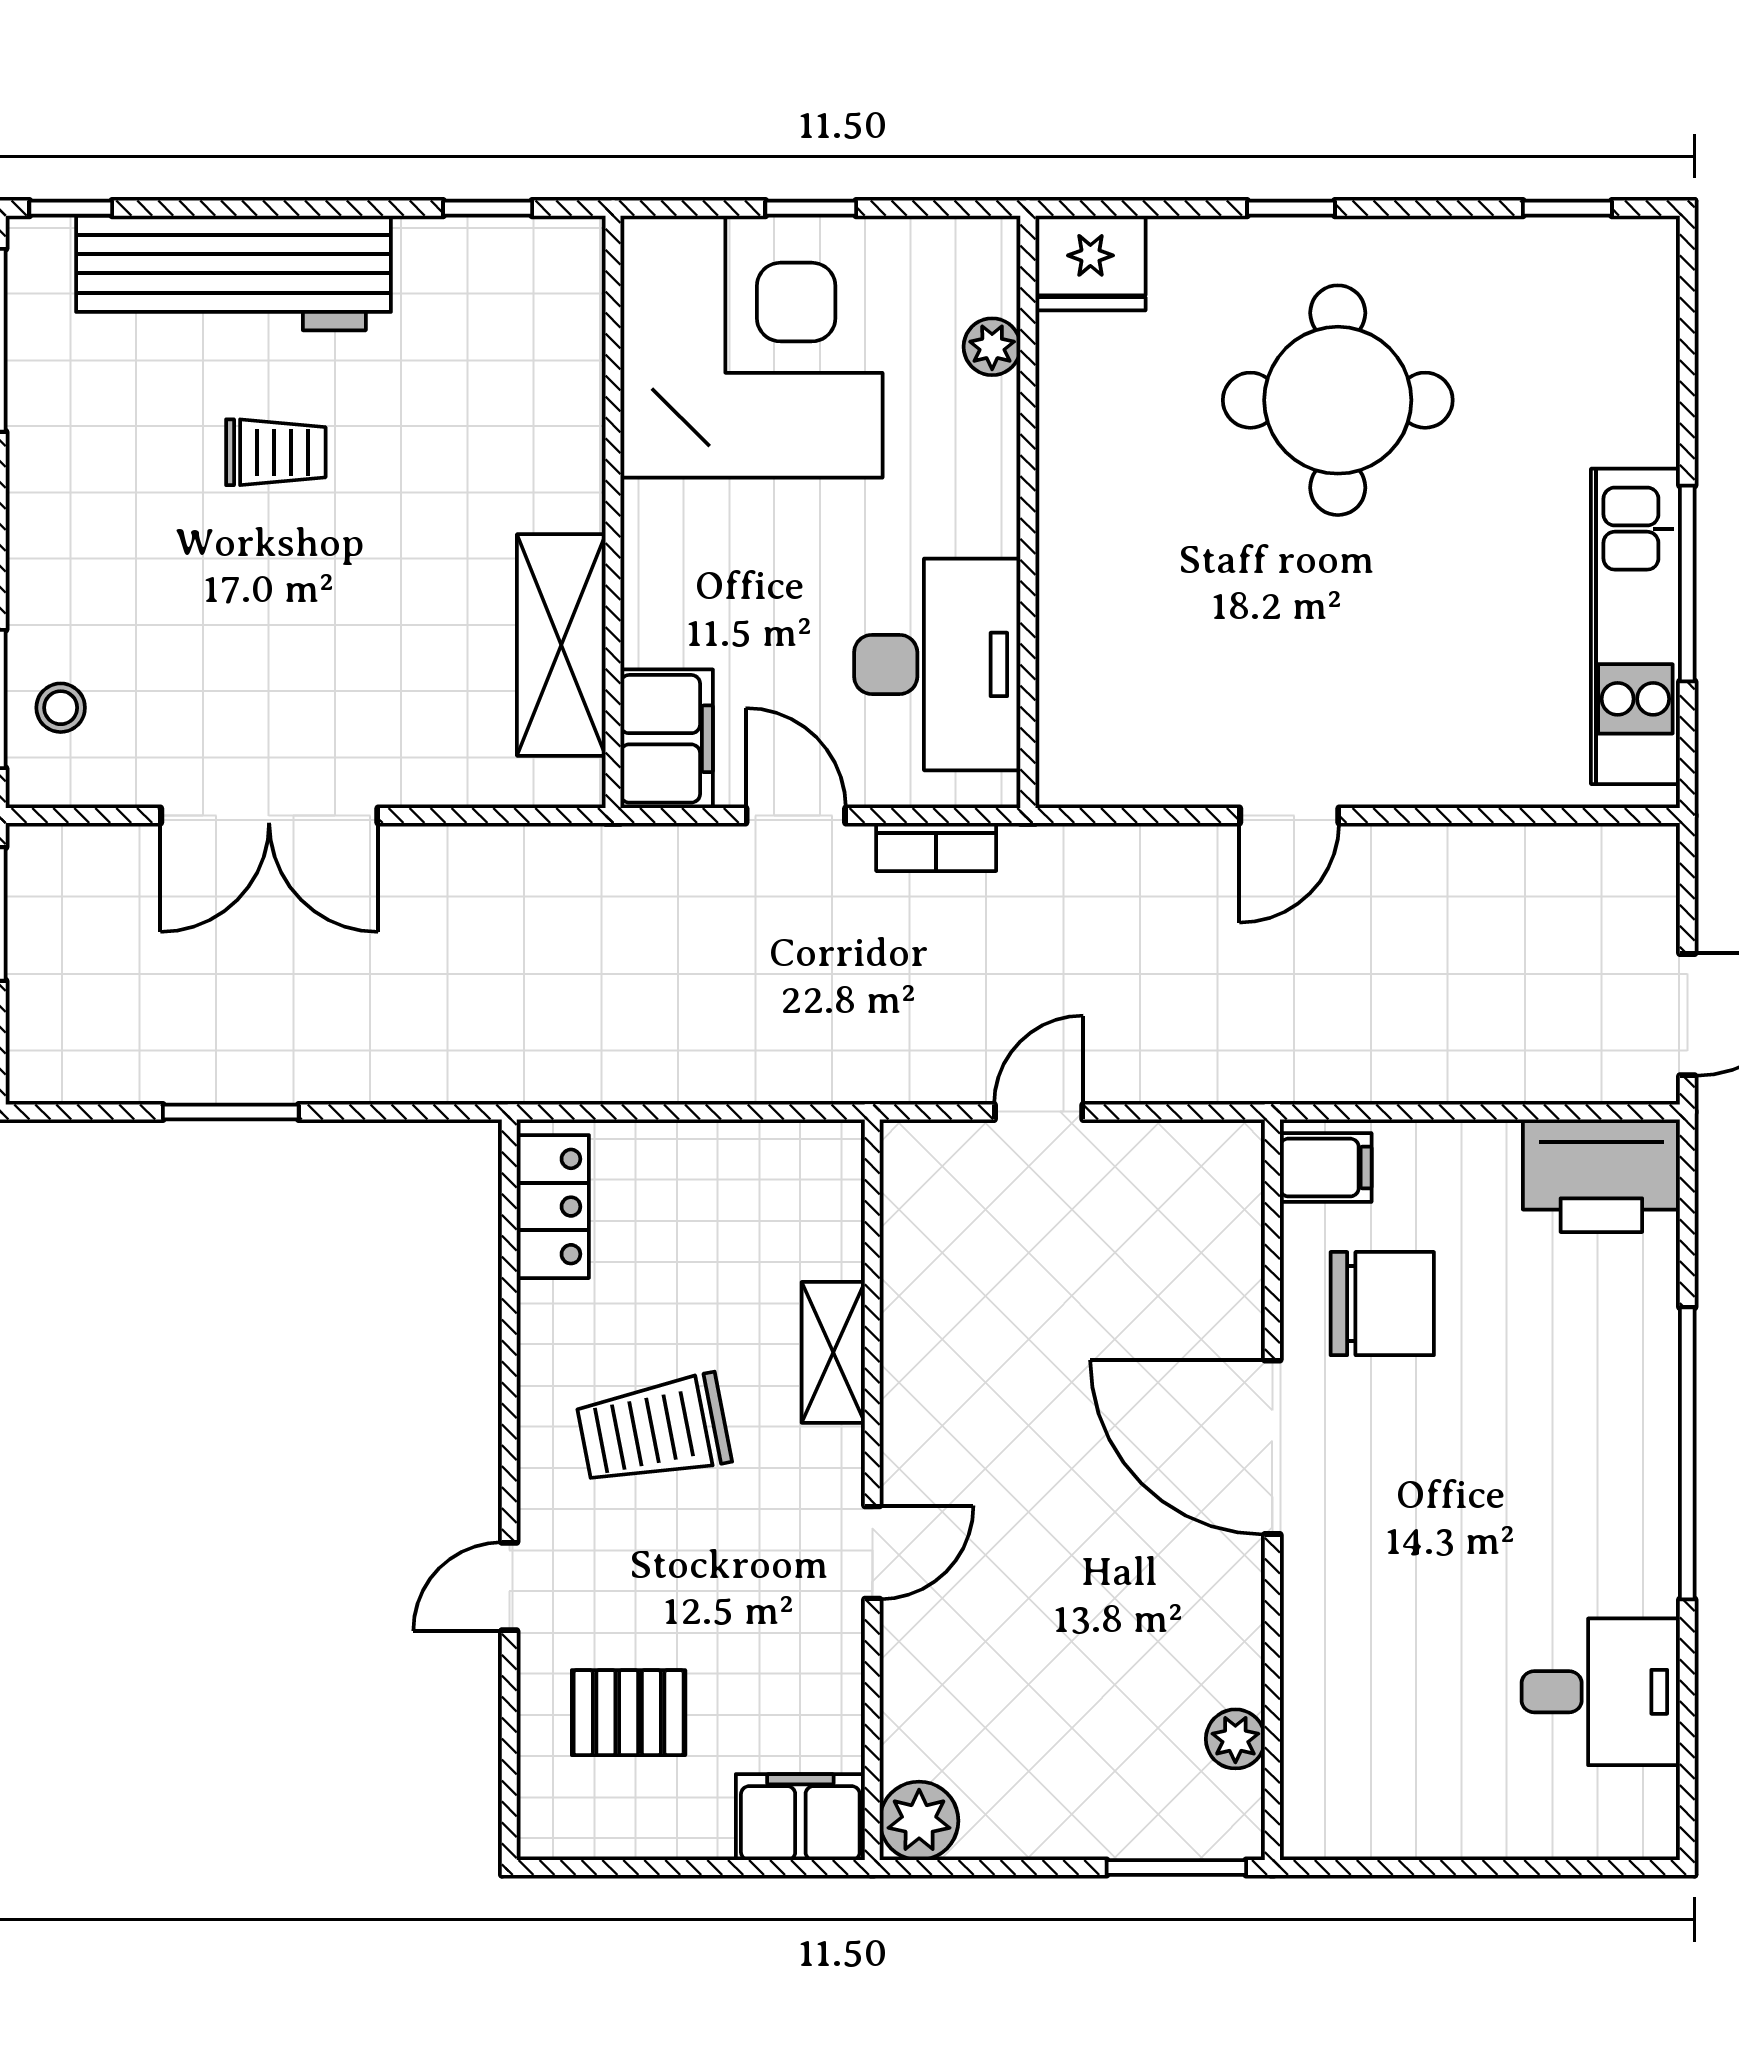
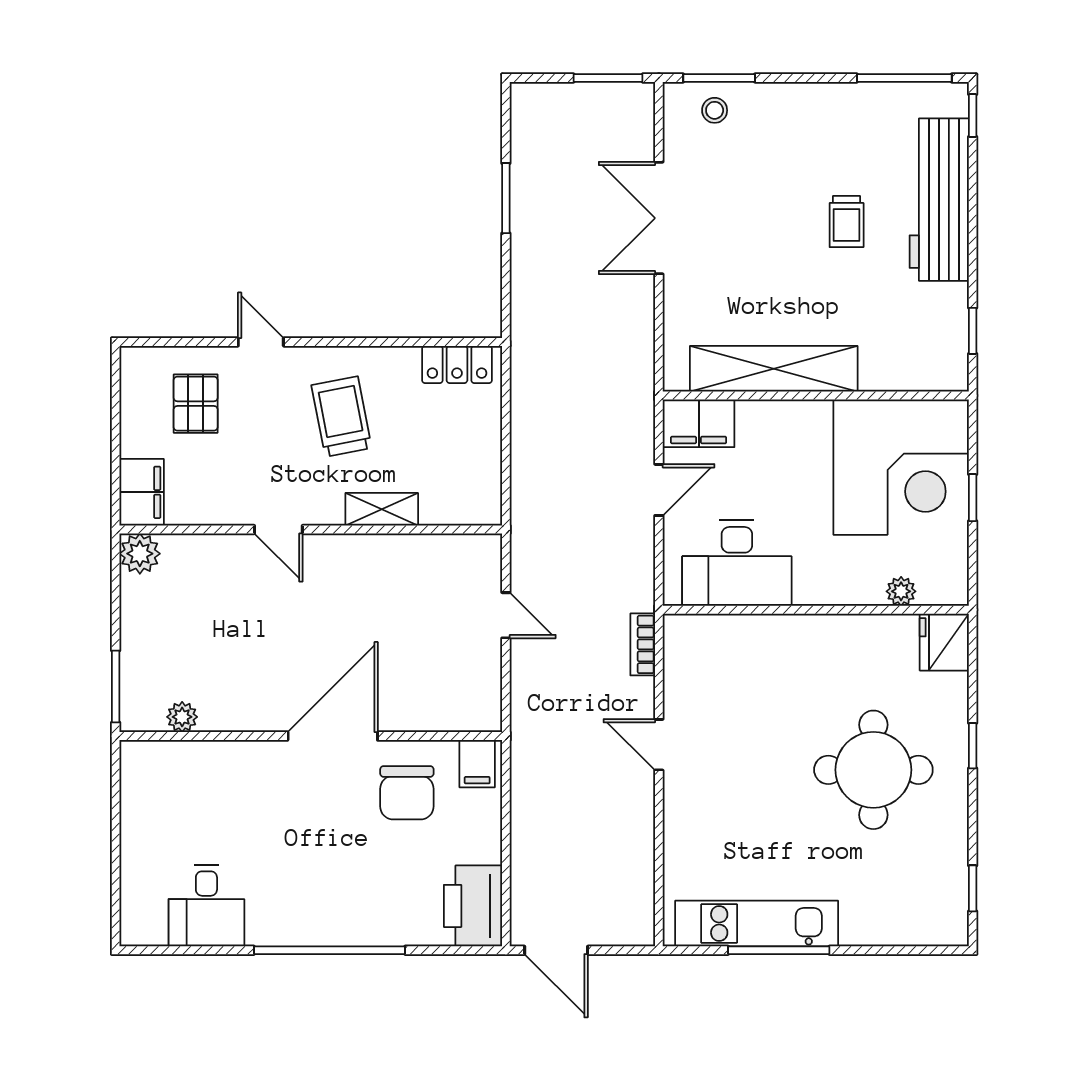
shelving: (561, 645) -> (774, 369), width x1.47
bookcase: (936, 847) -> (643, 644), moved

